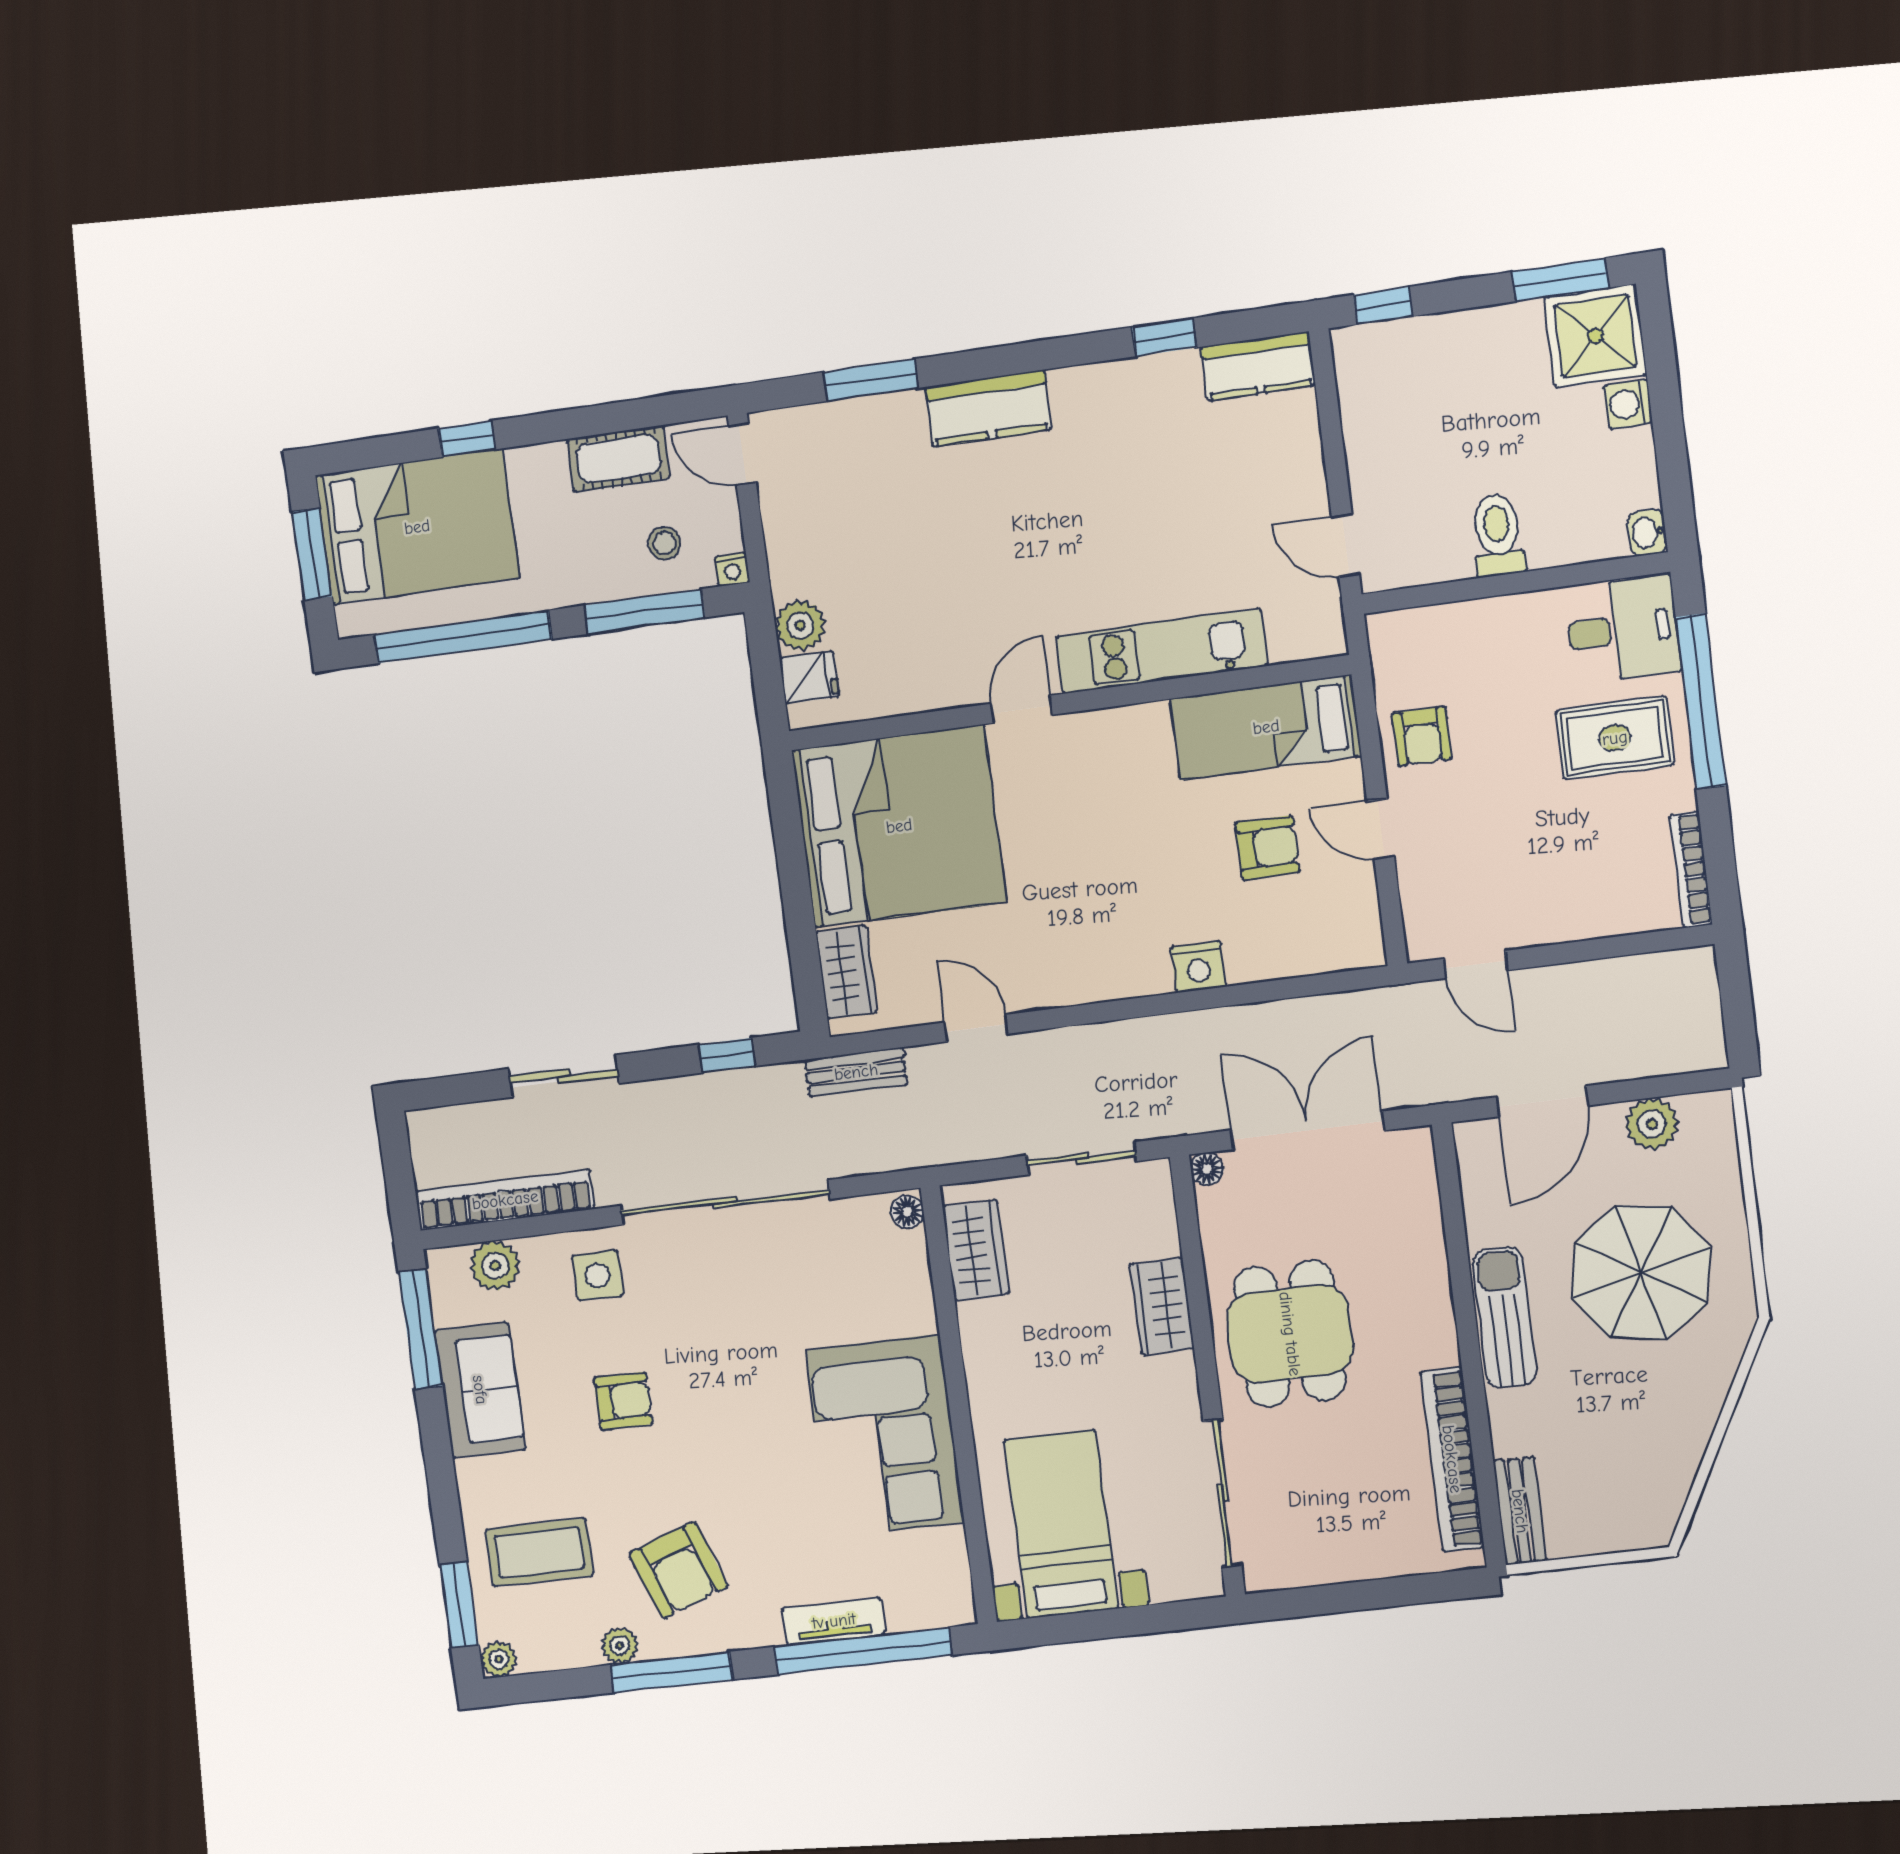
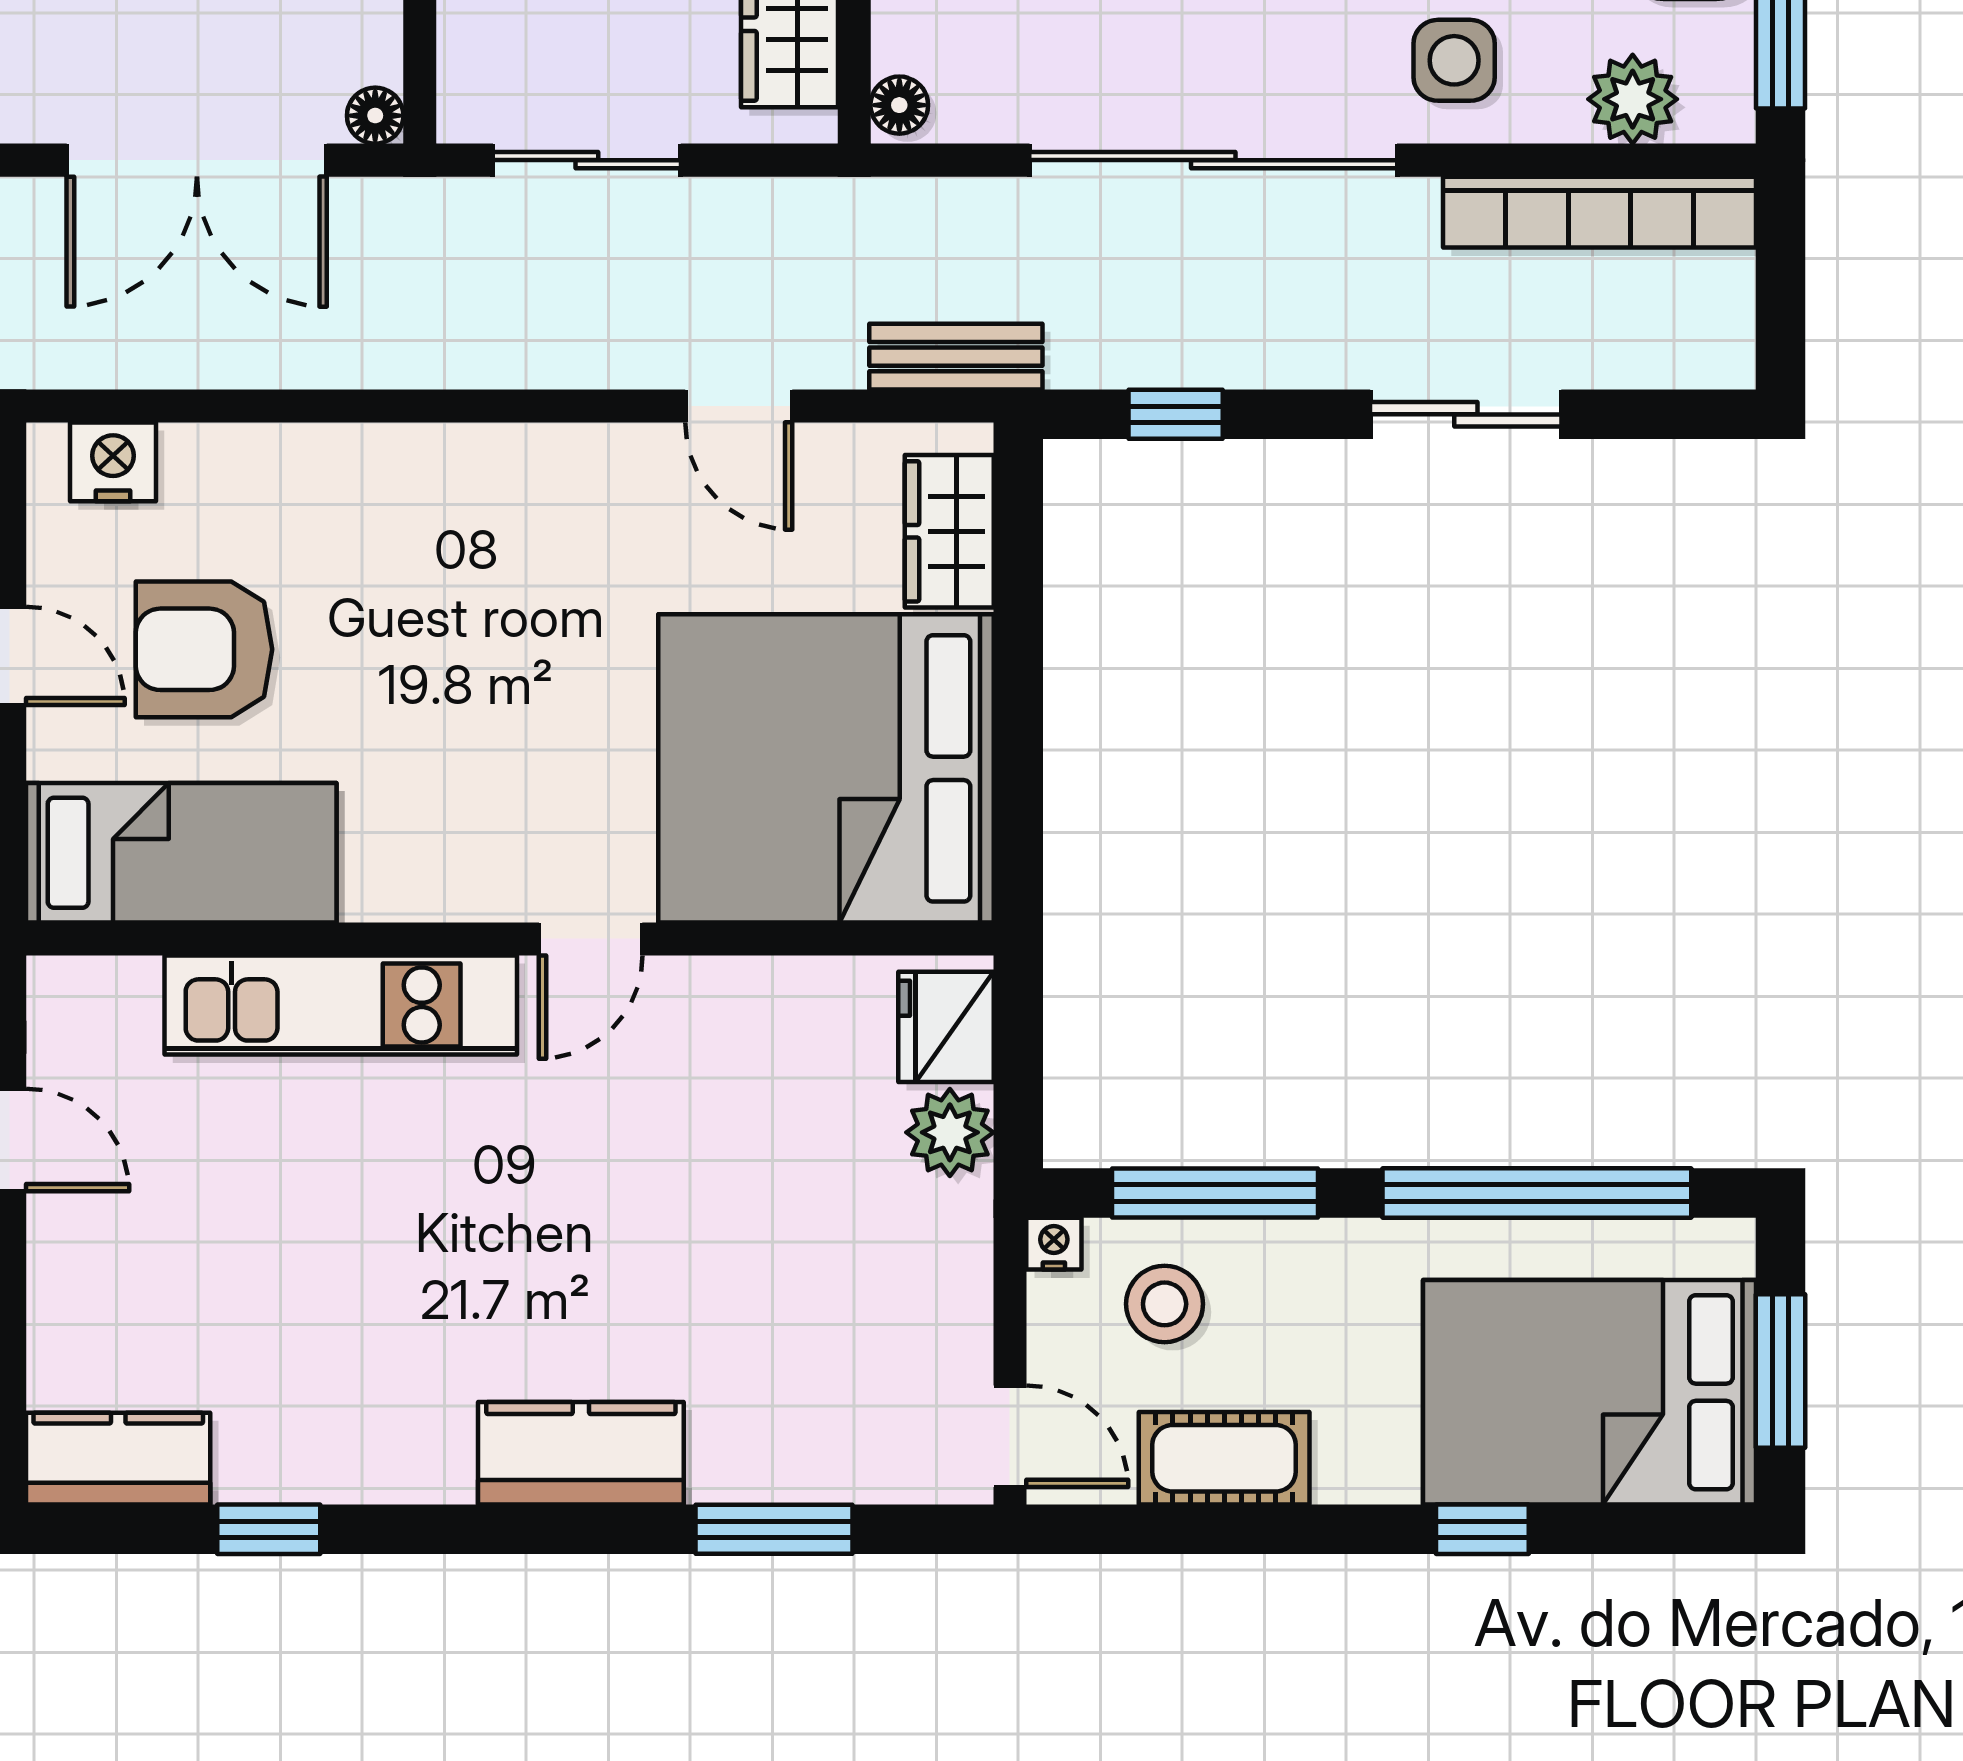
stool: (665, 543) -> (1165, 1304), width x1.37, depth x1.37
fridge: (809, 677) -> (946, 1027), width x1.38
armchair: (1267, 848) -> (204, 649), width x1.38, depth x1.38
nightstand: (1199, 967) -> (113, 462), moved

